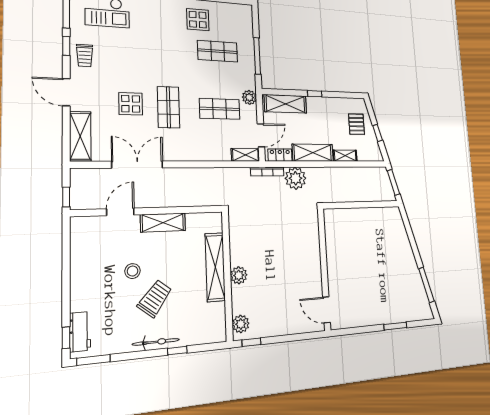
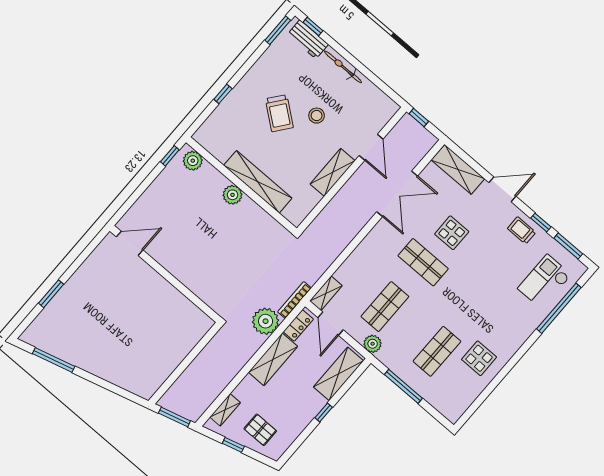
shelving: (345, 156) -> (225, 410), moved
bicycle: (156, 342) -> (343, 67), moved, turned 90

